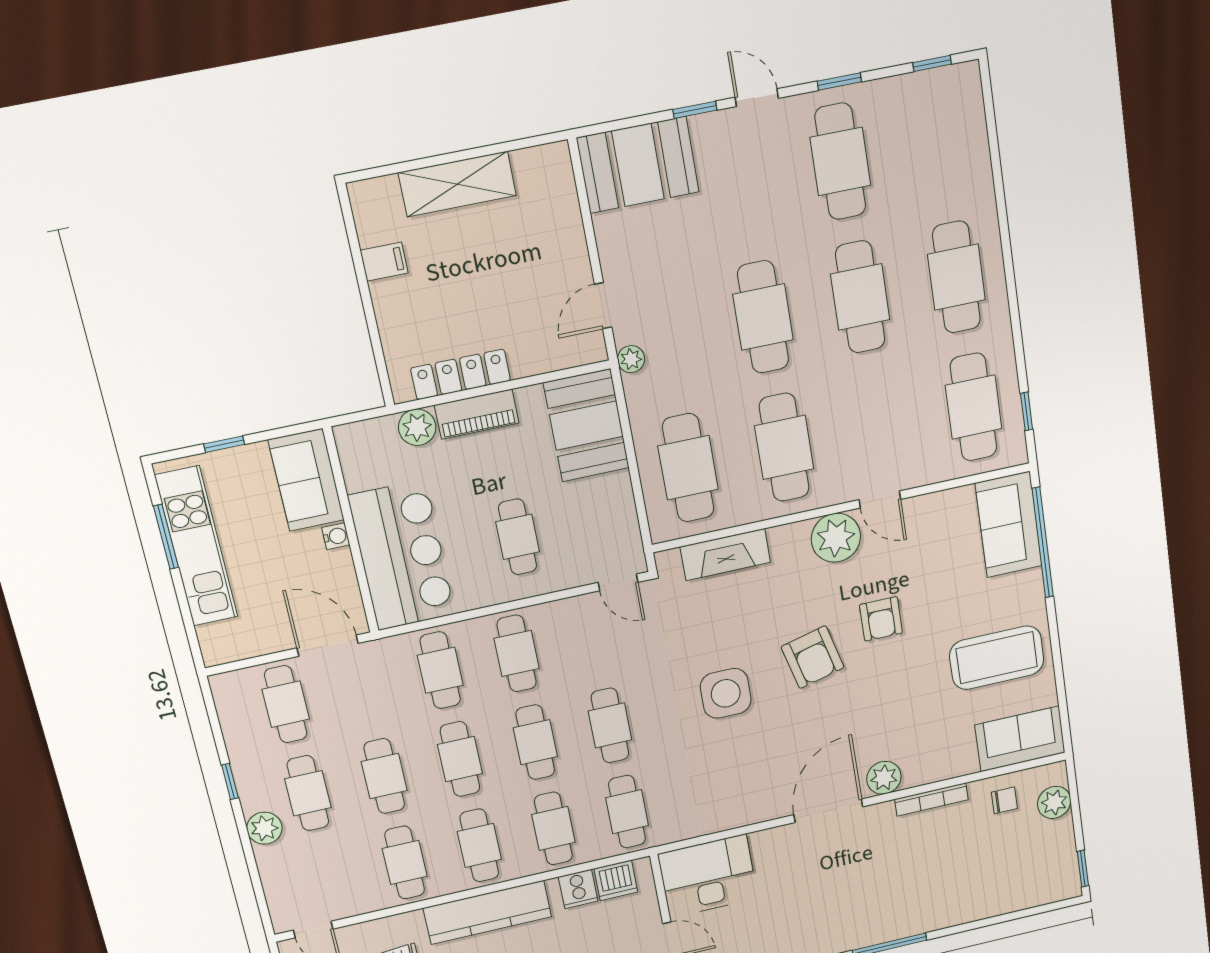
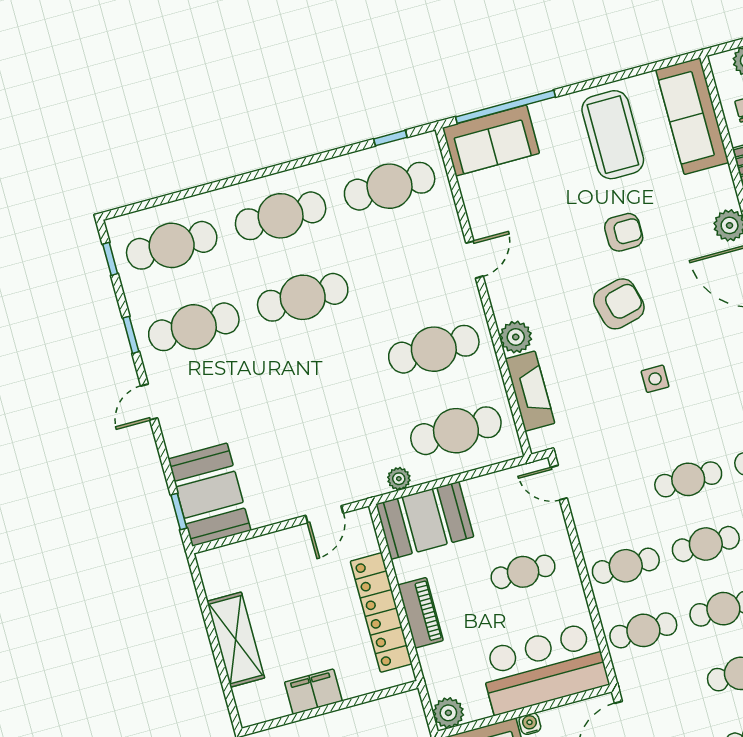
window: (695, 110) -> (179, 511), moved
filing cabinet: (384, 262) -> (313, 692), width x2.00
door: (603, 306) -> (324, 514), hinge flipped
cafe table: (763, 317) -> (172, 245), moved
plant: (631, 359) -> (399, 479), moved
locker: (461, 374) -> (381, 612), width x1.41, depth x1.21
plant: (417, 427) -> (448, 713), moved
plant: (836, 538) -> (516, 337), moved, width x0.73, depth x0.73
door: (618, 582) -> (559, 483), swing flipped
armchair: (881, 619) -> (624, 232), moved
side table: (726, 693) -> (655, 379), width x0.54, depth x0.54
sofa: (1020, 739) -> (692, 116), width x1.36

